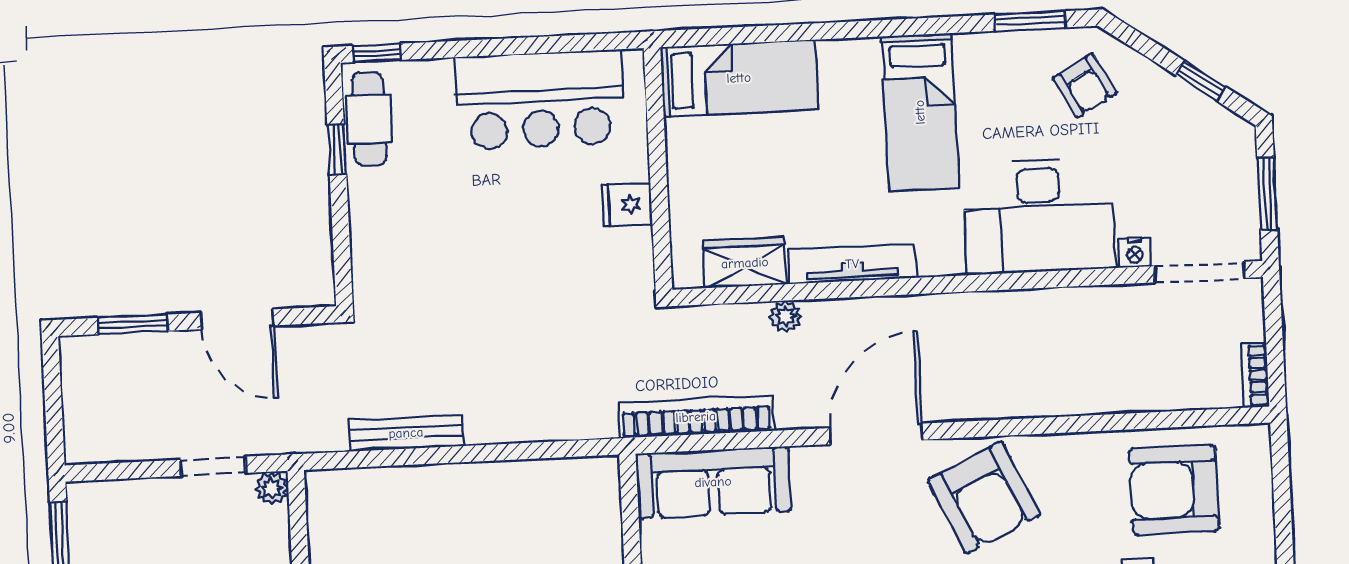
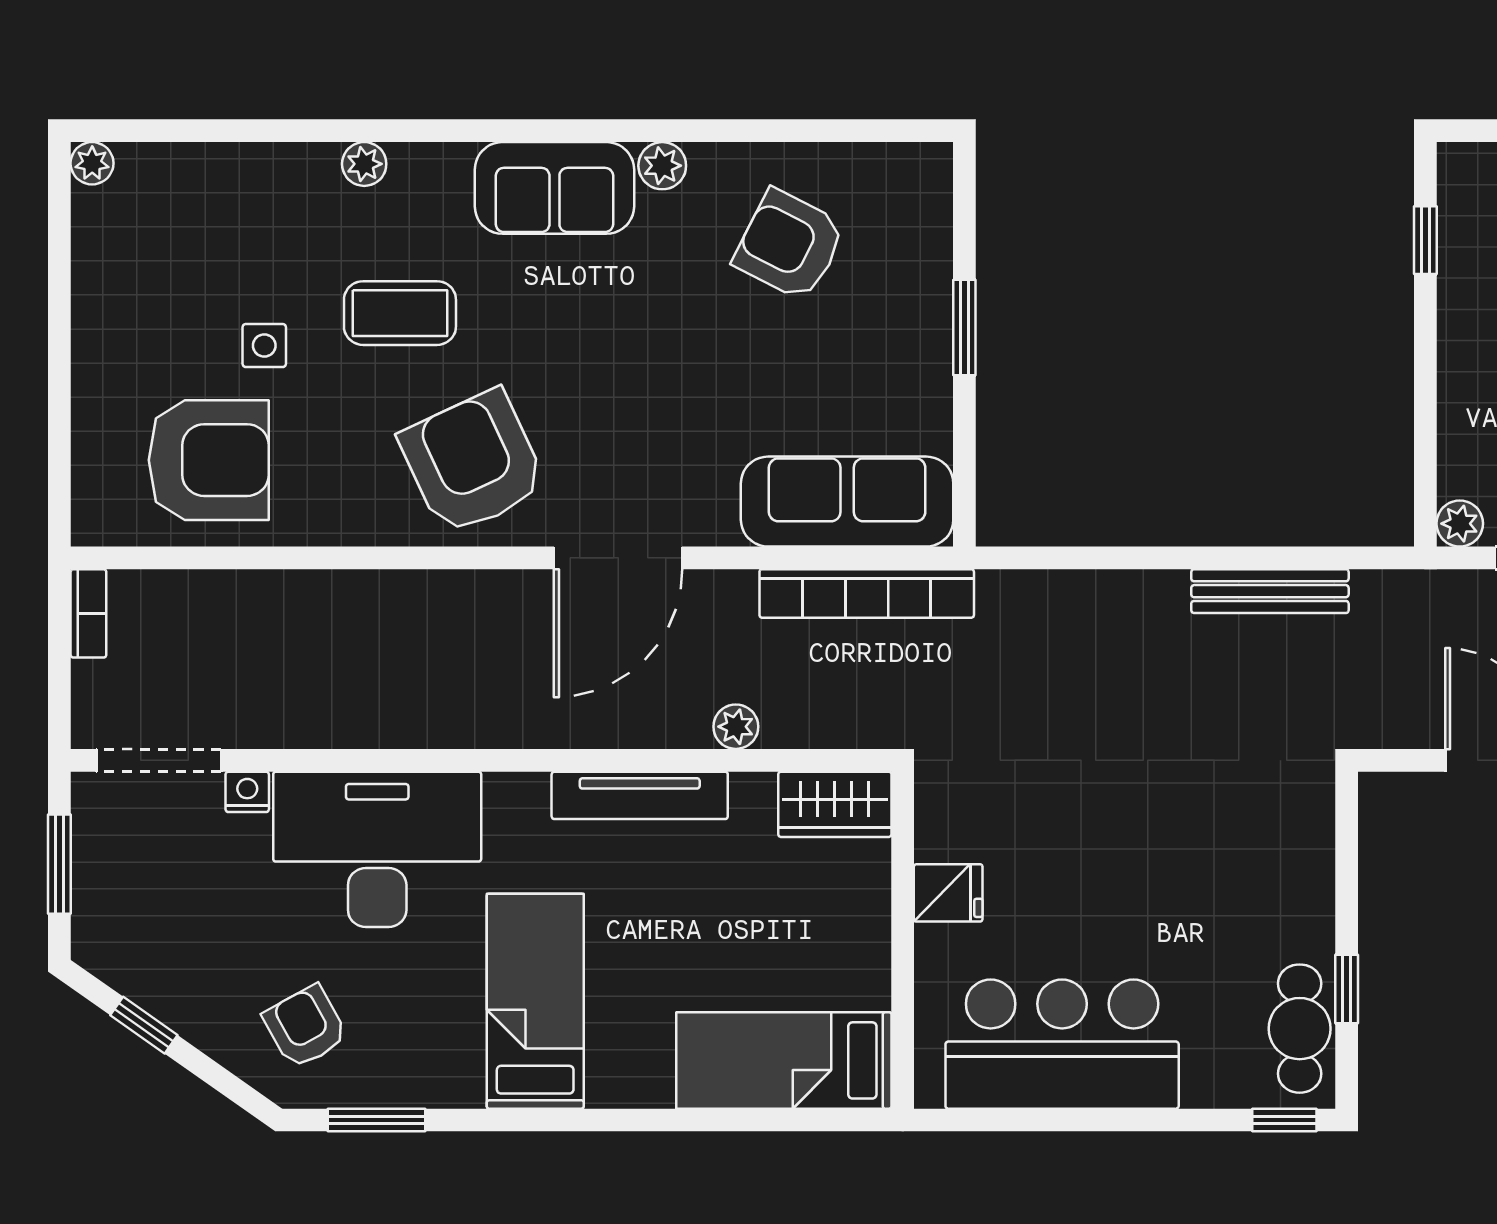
wardrobe: (745, 263) -> (835, 804), moved

